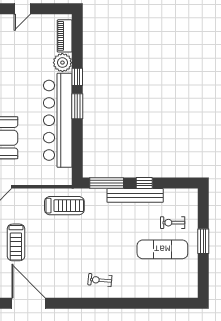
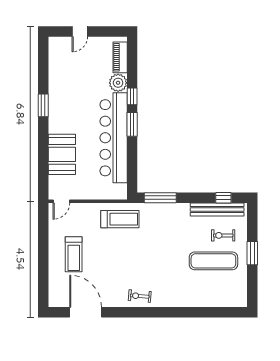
window: (144, 183) -> (223, 198), moved
bench: (135, 195) -> (217, 209), moved
exercise bike: (100, 280) -> (140, 296), moved

